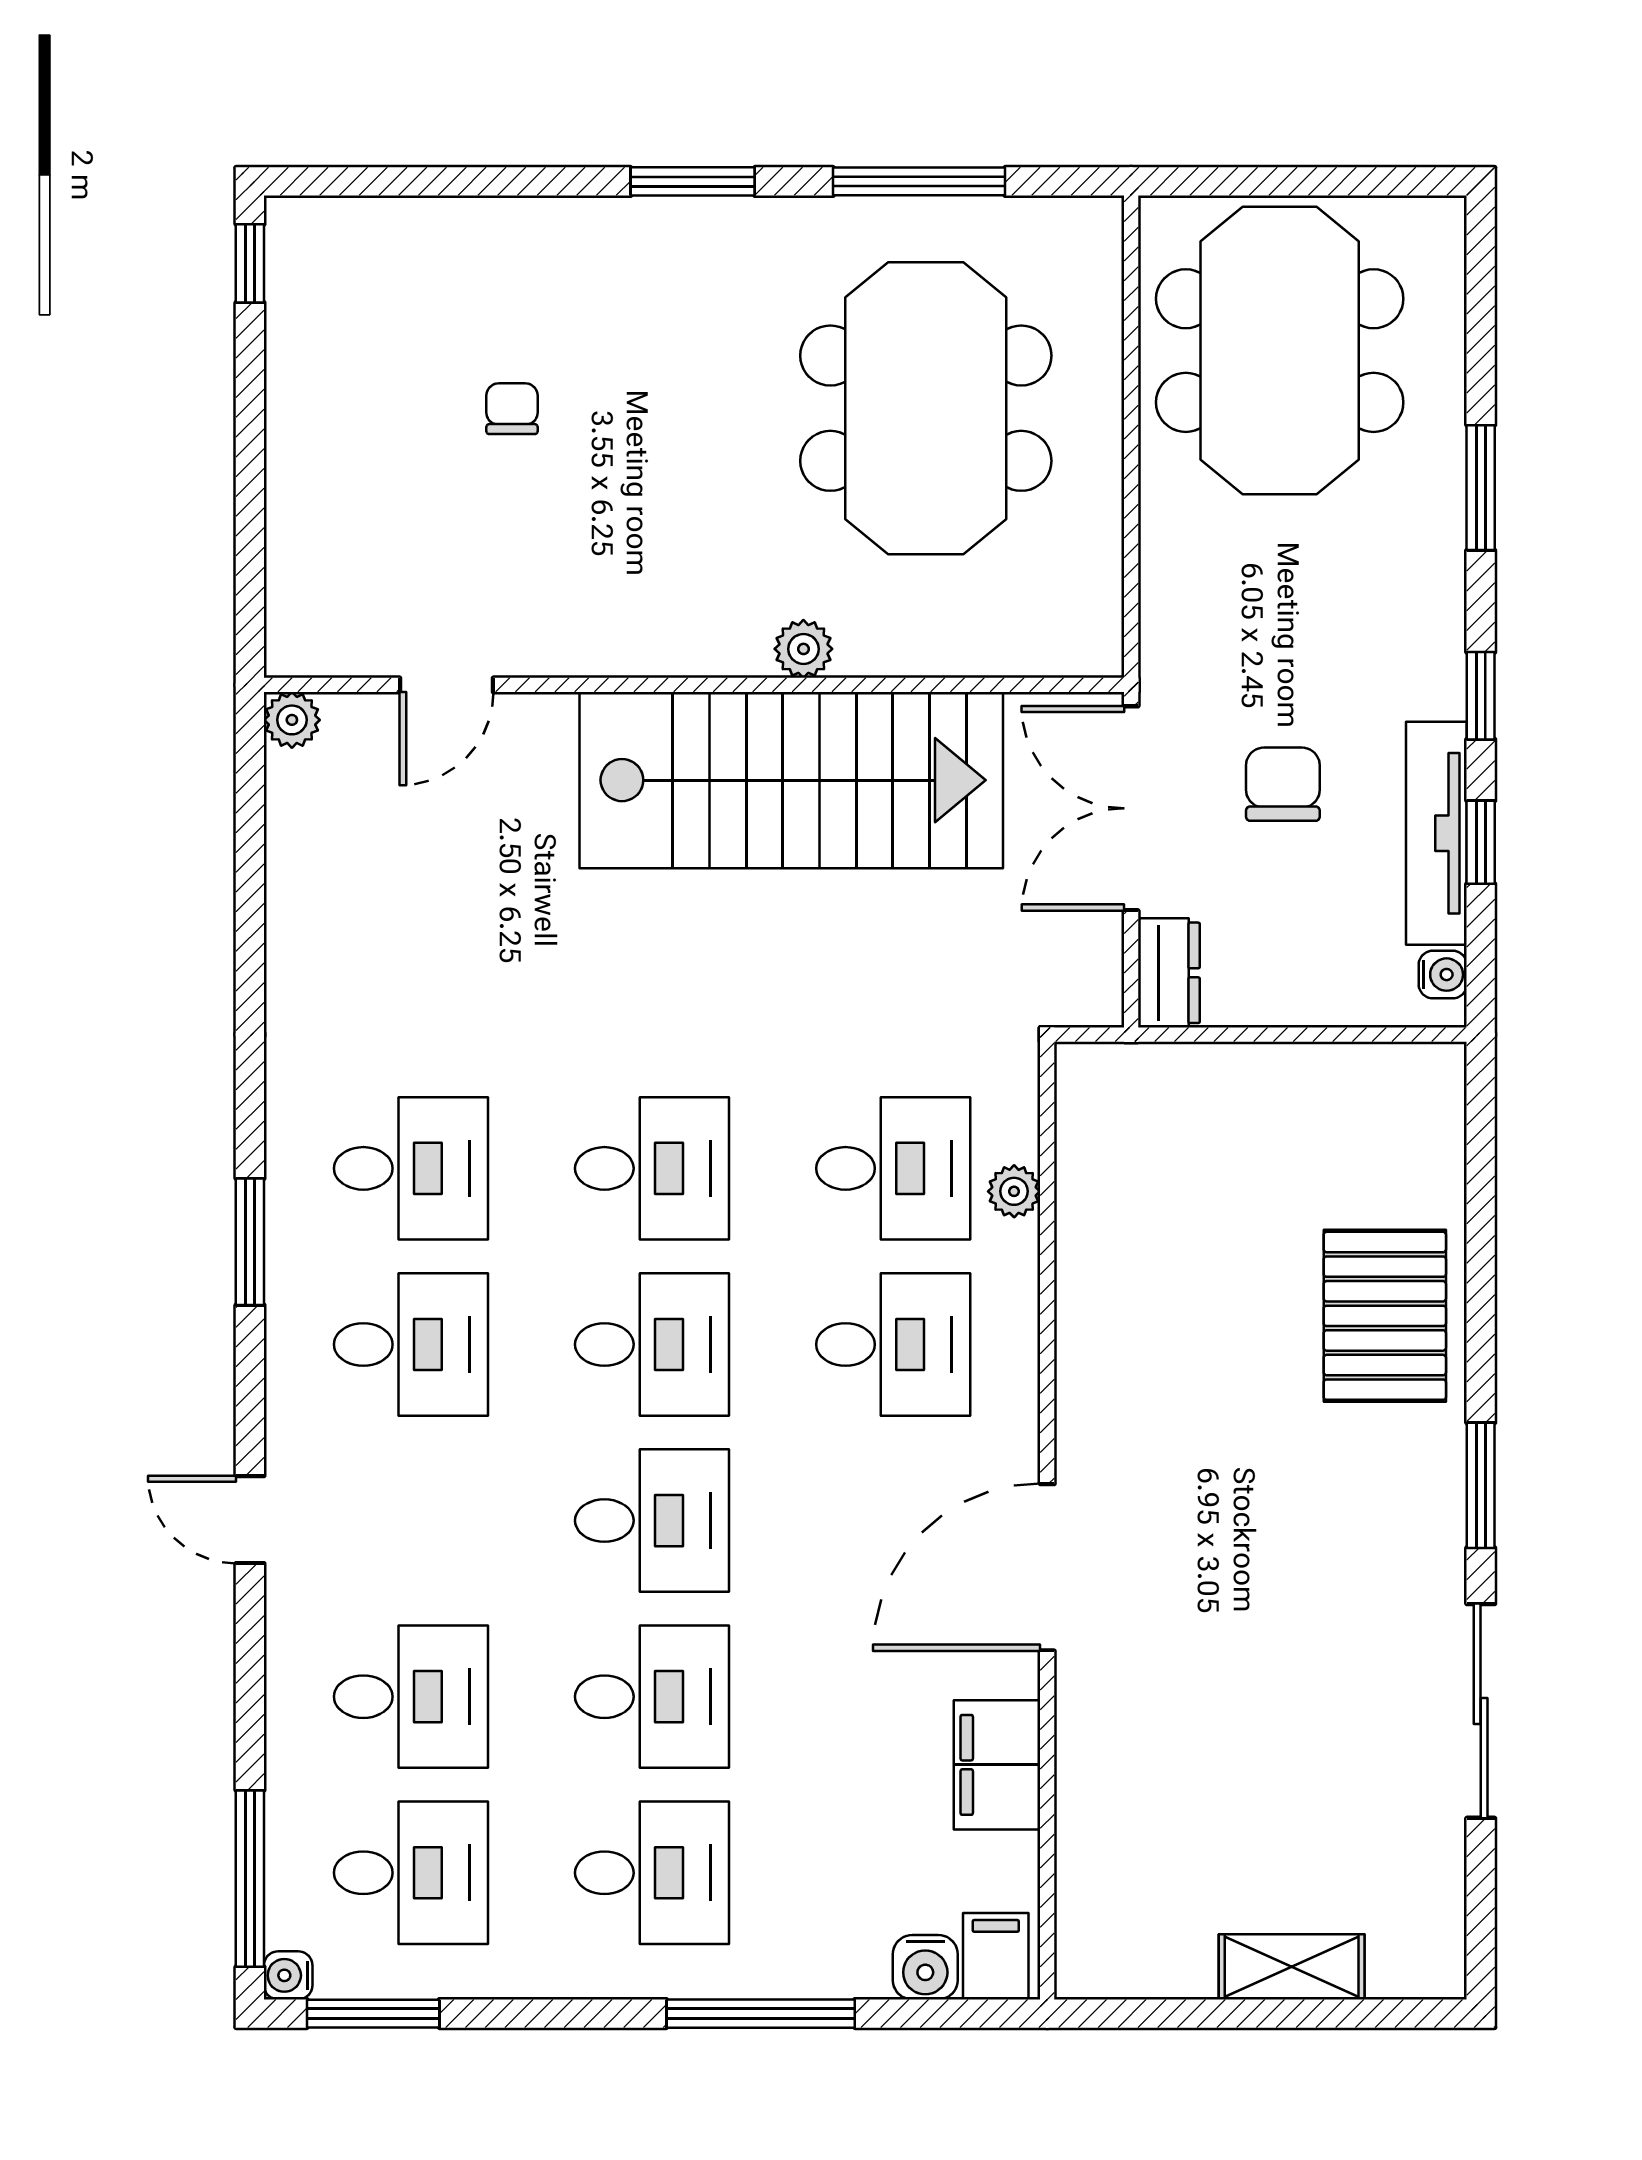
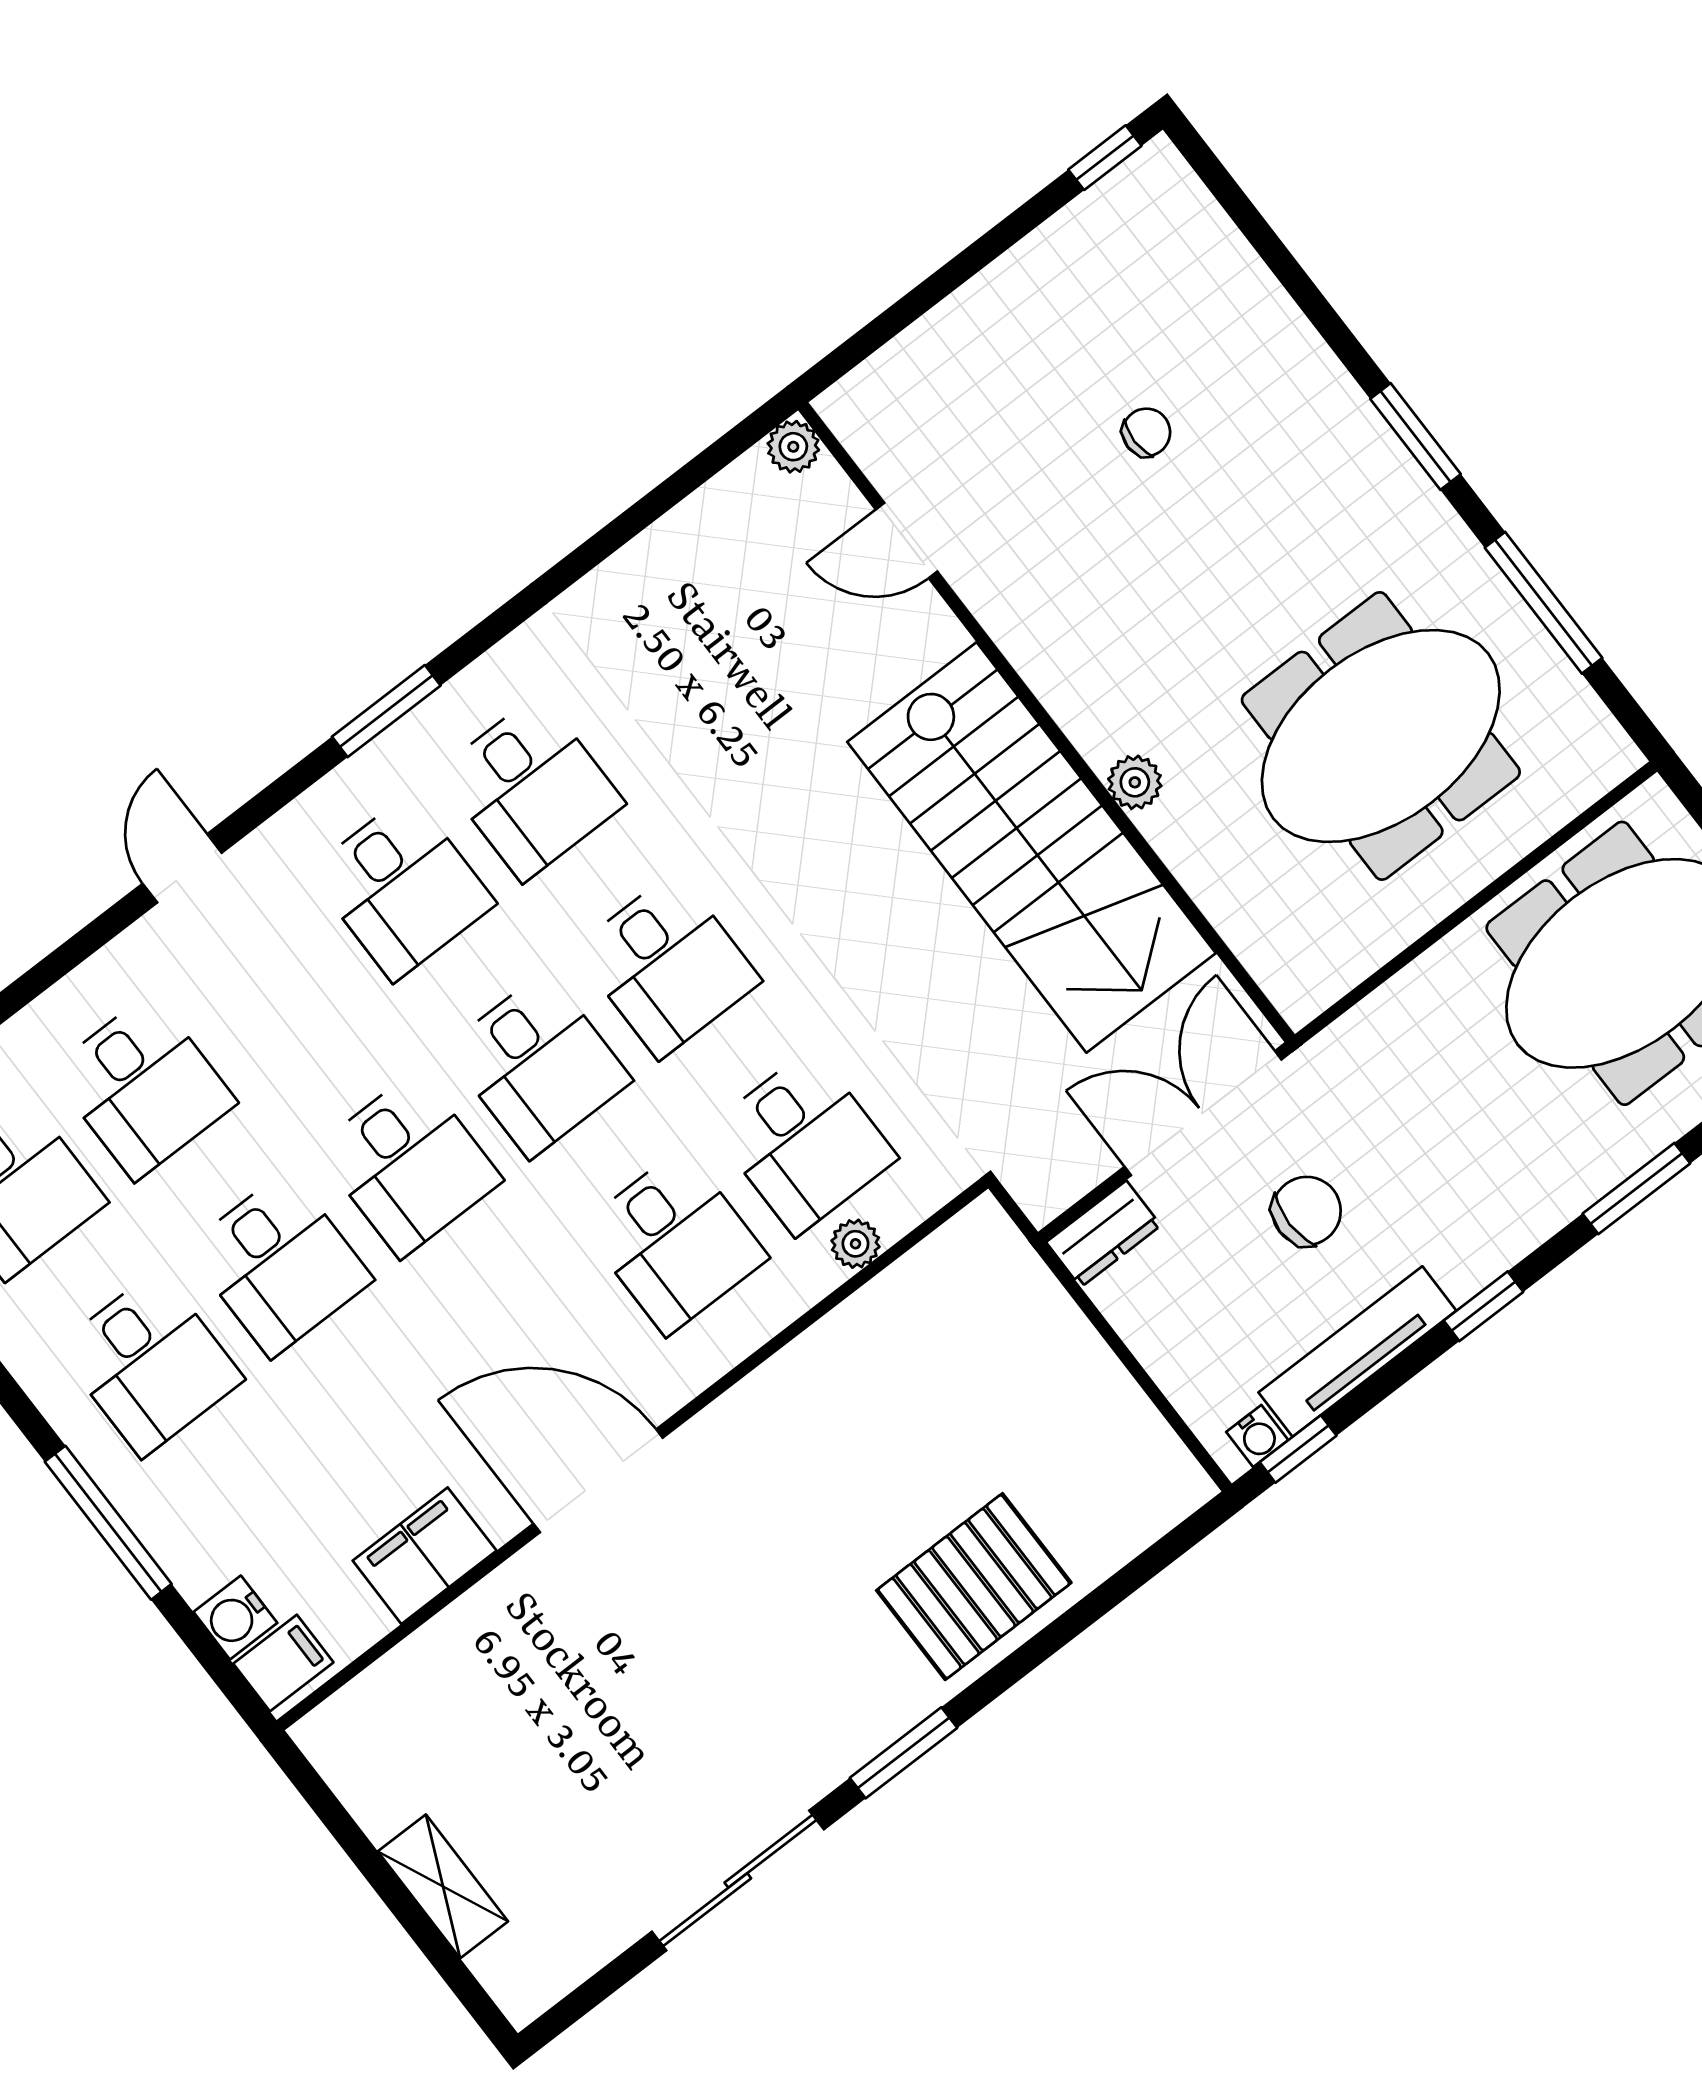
window: (1481, 842) -> (1298, 1449), moved

